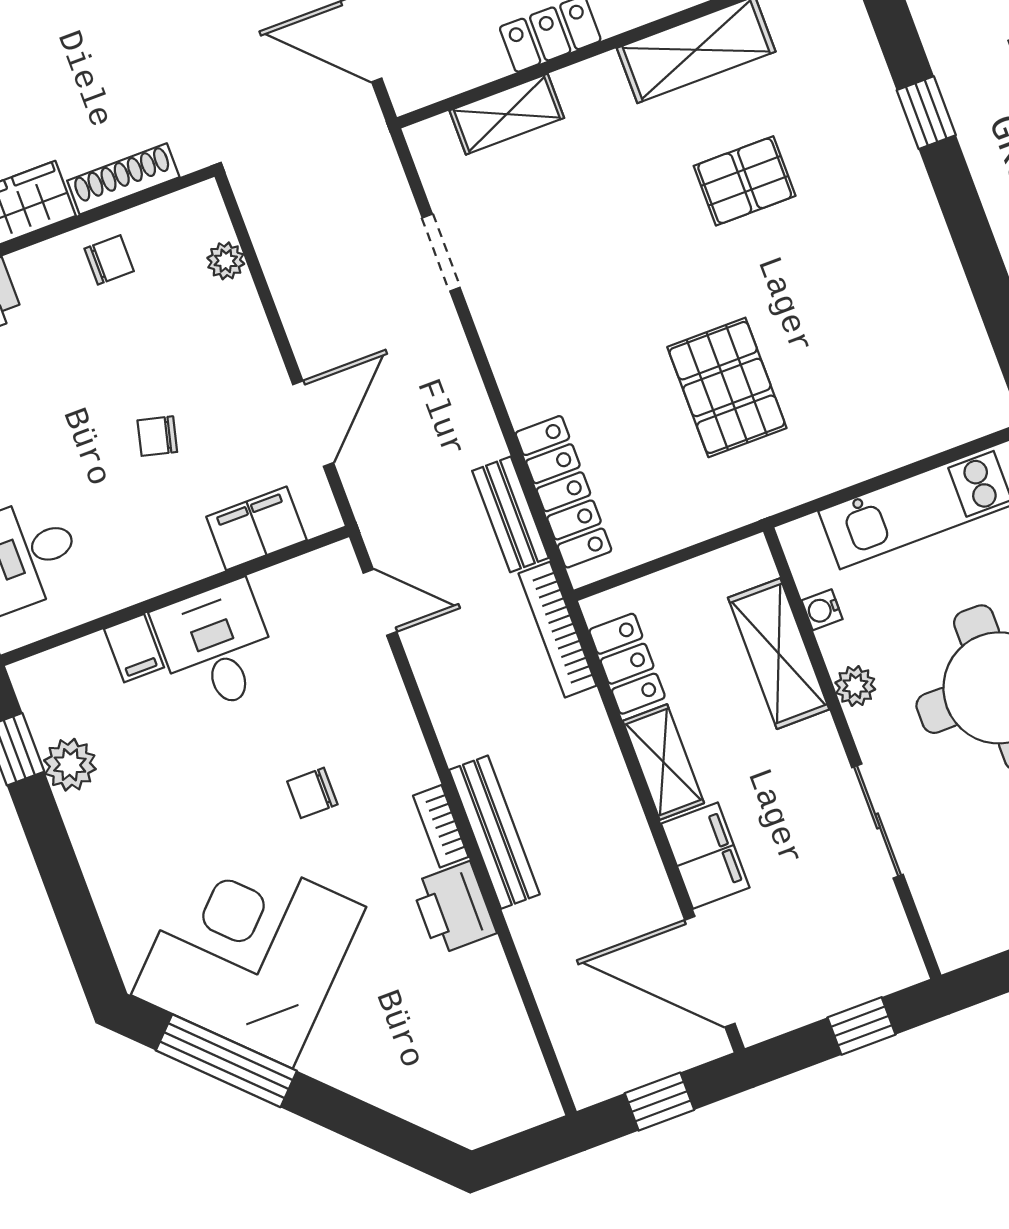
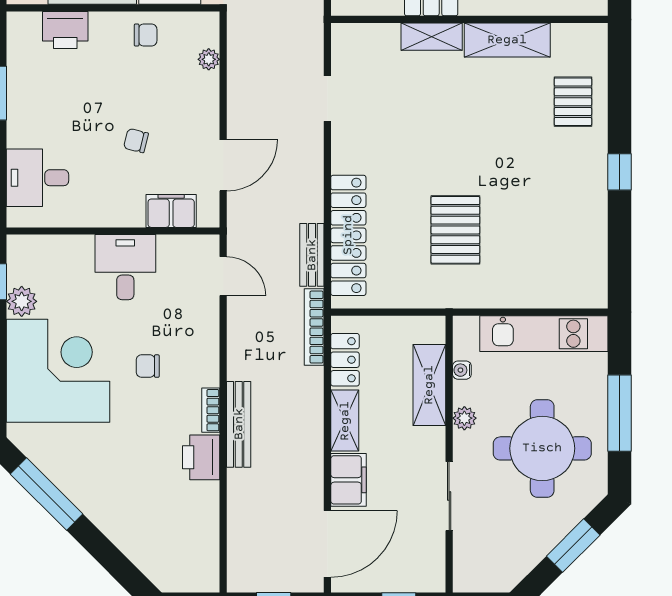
window: (926, 113) -> (620, 172), moved
shelving: (507, 114) -> (432, 37), moved
pallet: (745, 181) -> (573, 102), moved, turned 90
locker: (563, 492) -> (348, 235), width x1.41, depth x1.21
filing cabinet: (134, 648) -> (80, 251), removed
corner desk: (248, 951) -> (58, 371), moved, turned 45
door: (710, 972) -> (327, 544), swing flipped

